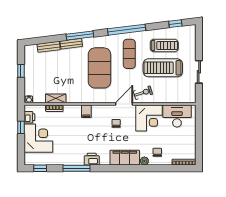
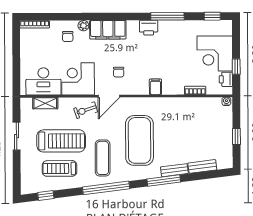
shelving: (56, 98) -> (45, 103), moved

